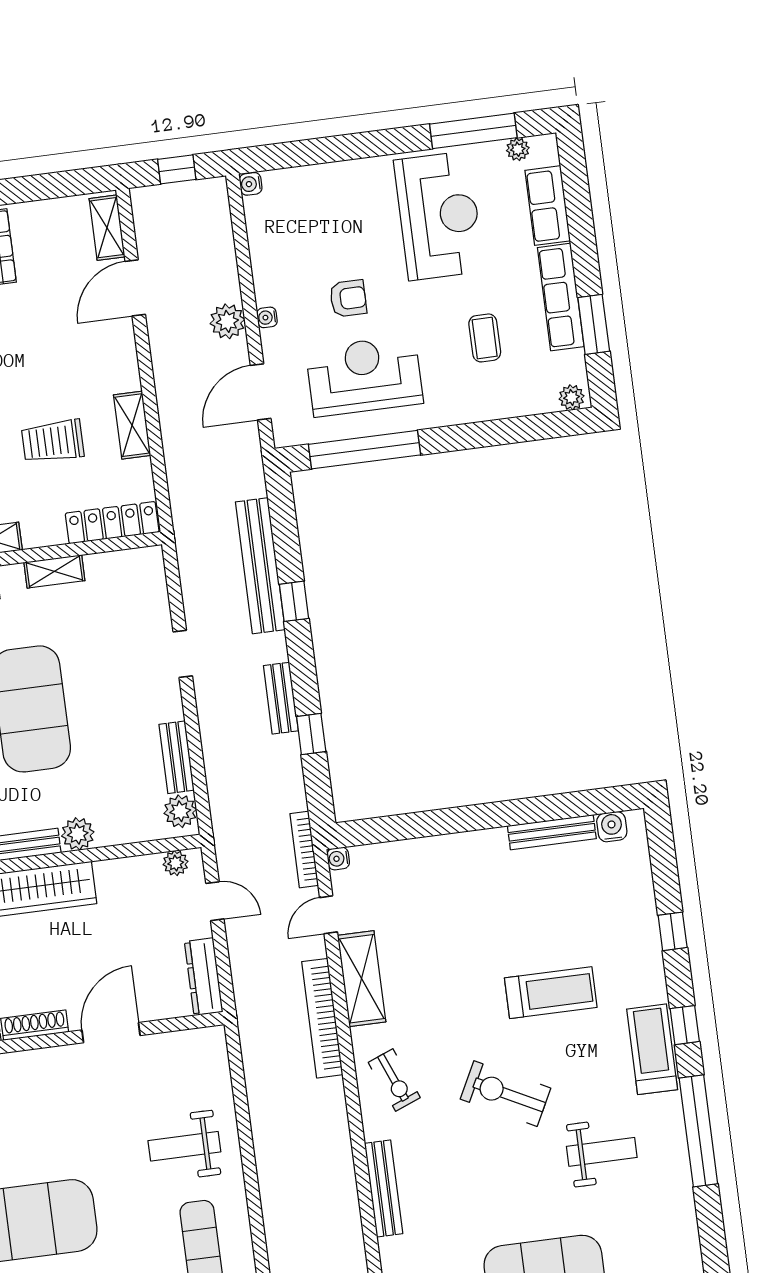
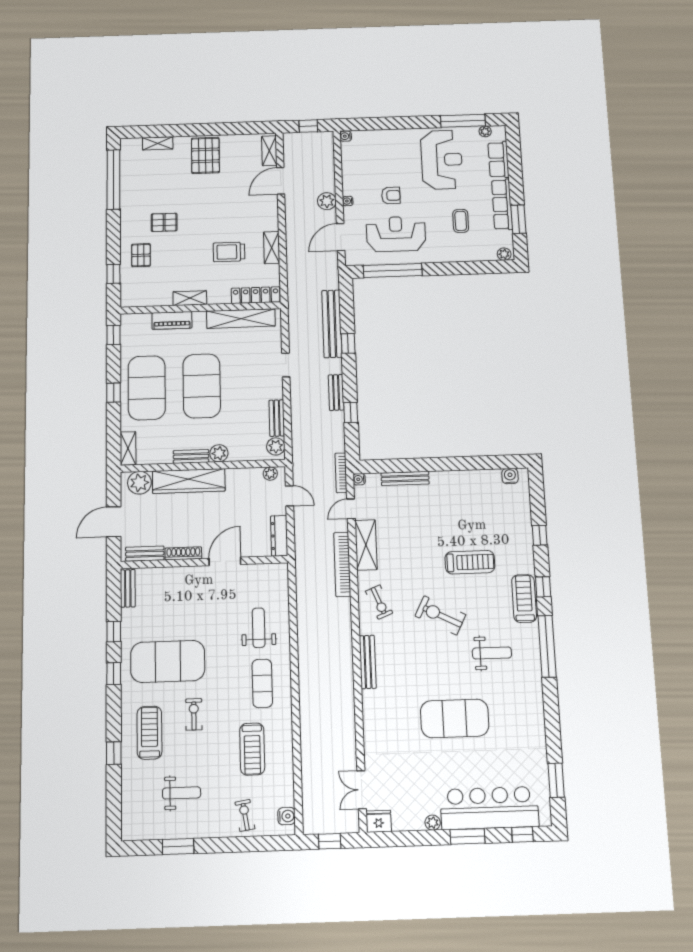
shelving: (54, 571) -> (241, 319), width x2.20, depth x1.33
bench: (552, 832) -> (405, 478), moved
weight bench: (184, 1146) -> (259, 628), turned 90

